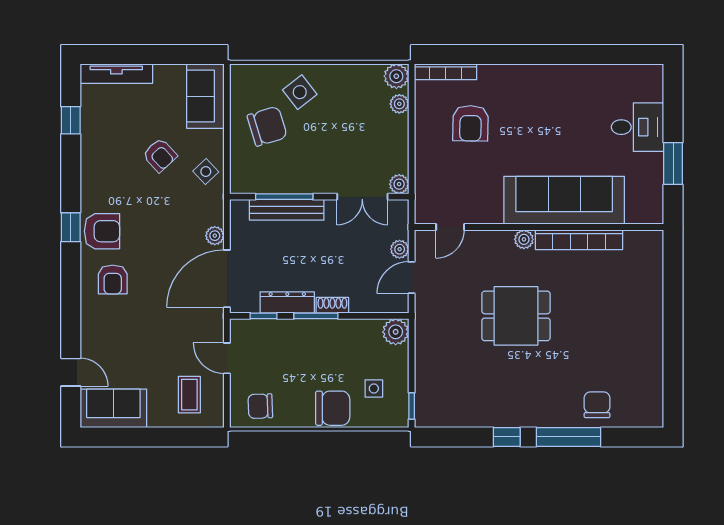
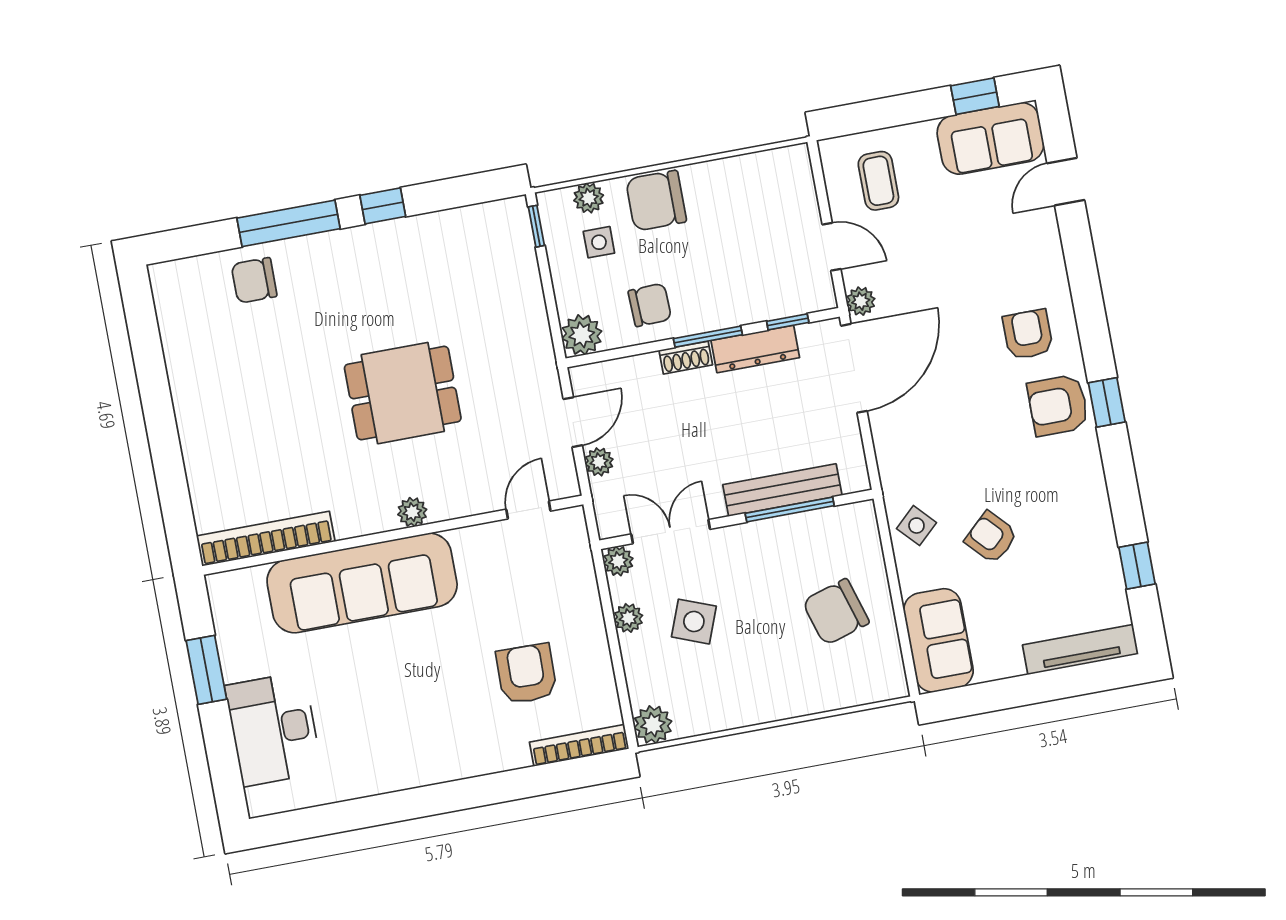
side table: (300, 92) -> (694, 622), moved, turned -31
plant: (399, 104) -> (628, 618), moved
desk: (637, 127) -> (273, 729), width x1.37
plant: (215, 236) -> (861, 301), moved
bookcase: (579, 240) -> (266, 539), moved
door: (71, 372) -> (1066, 182), hinge flipped
chair: (597, 405) -> (254, 280), turned 90
chair: (260, 406) -> (650, 305), moved
plant: (375, 418) -> (589, 198), added
window: (118, 437) -> (975, 96), added

